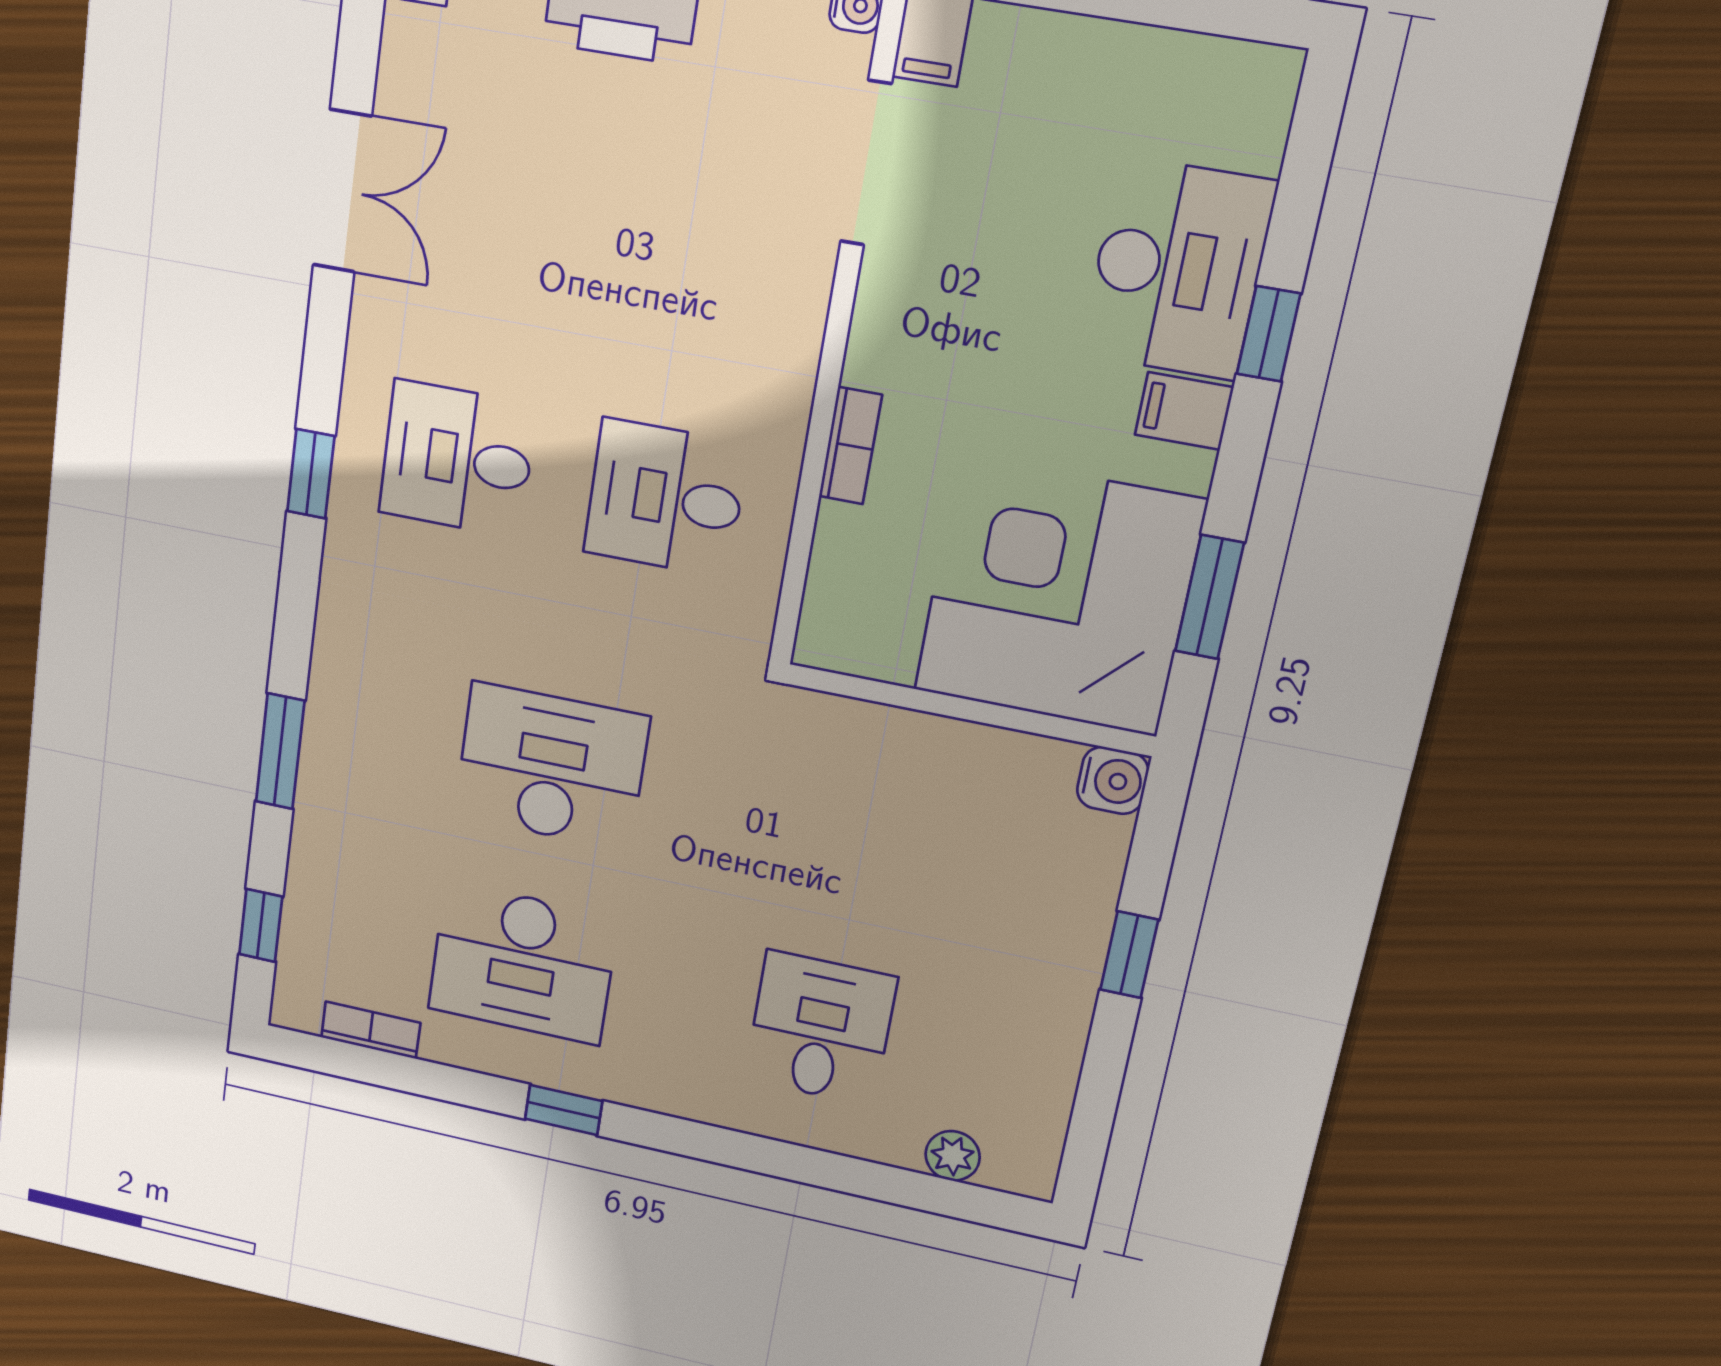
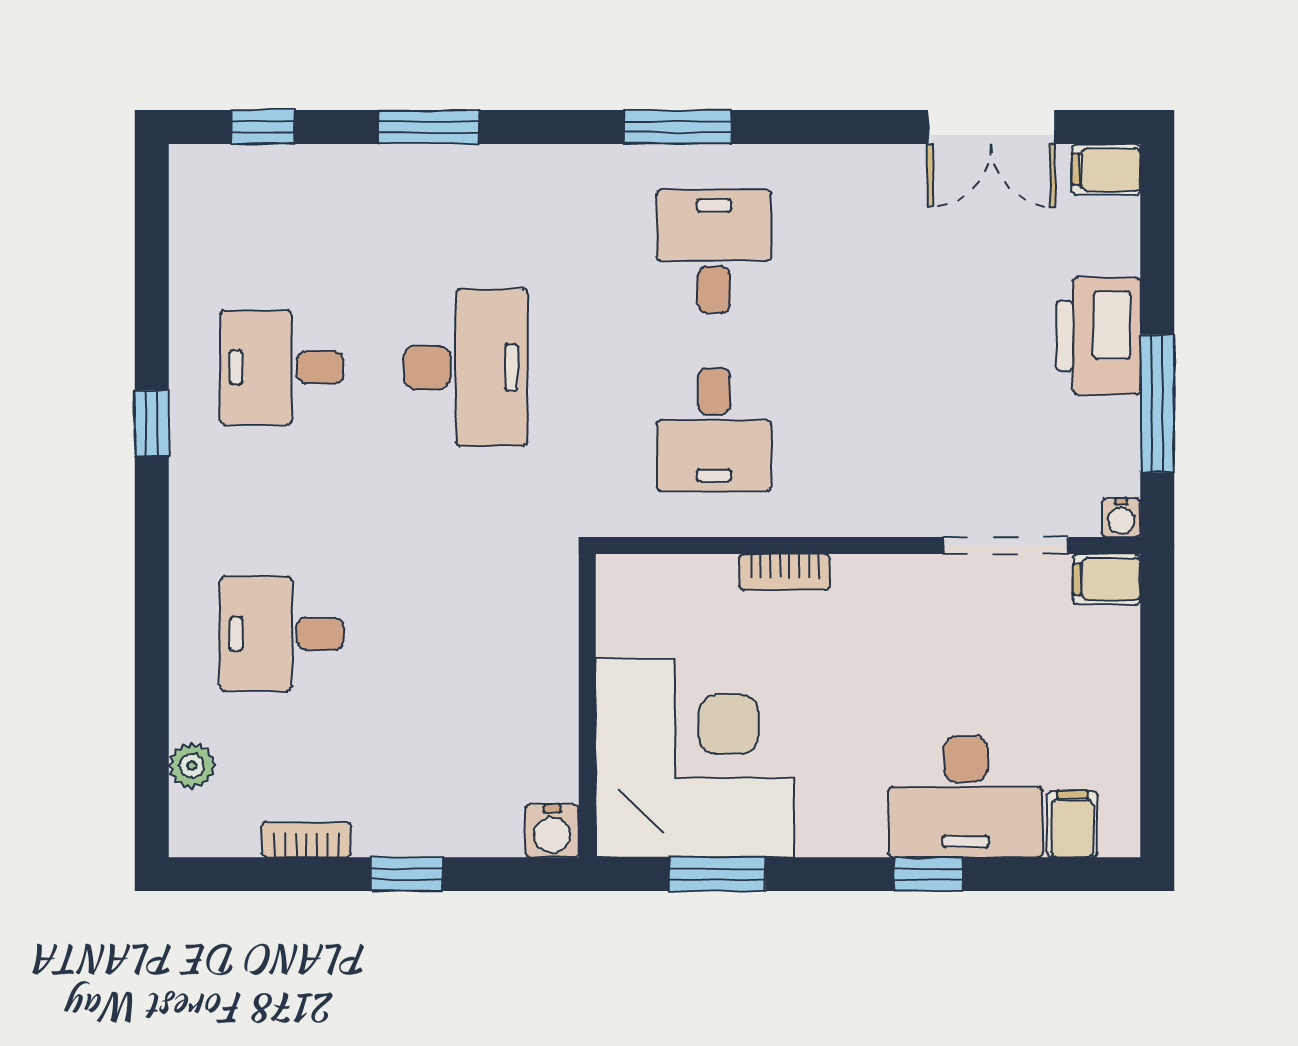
double door: (342, 191) -> (991, 127), moved
filing cabinet: (1184, 411) -> (1072, 824), moved
window: (311, 474) -> (678, 127), width x1.50
desk: (666, 498) -> (714, 430), turned 180
desk: (523, 963) -> (282, 367), width x0.73
desk: (820, 1028) -> (282, 634), turned 180
bookcase: (371, 1030) -> (306, 839), moved, turned -90

